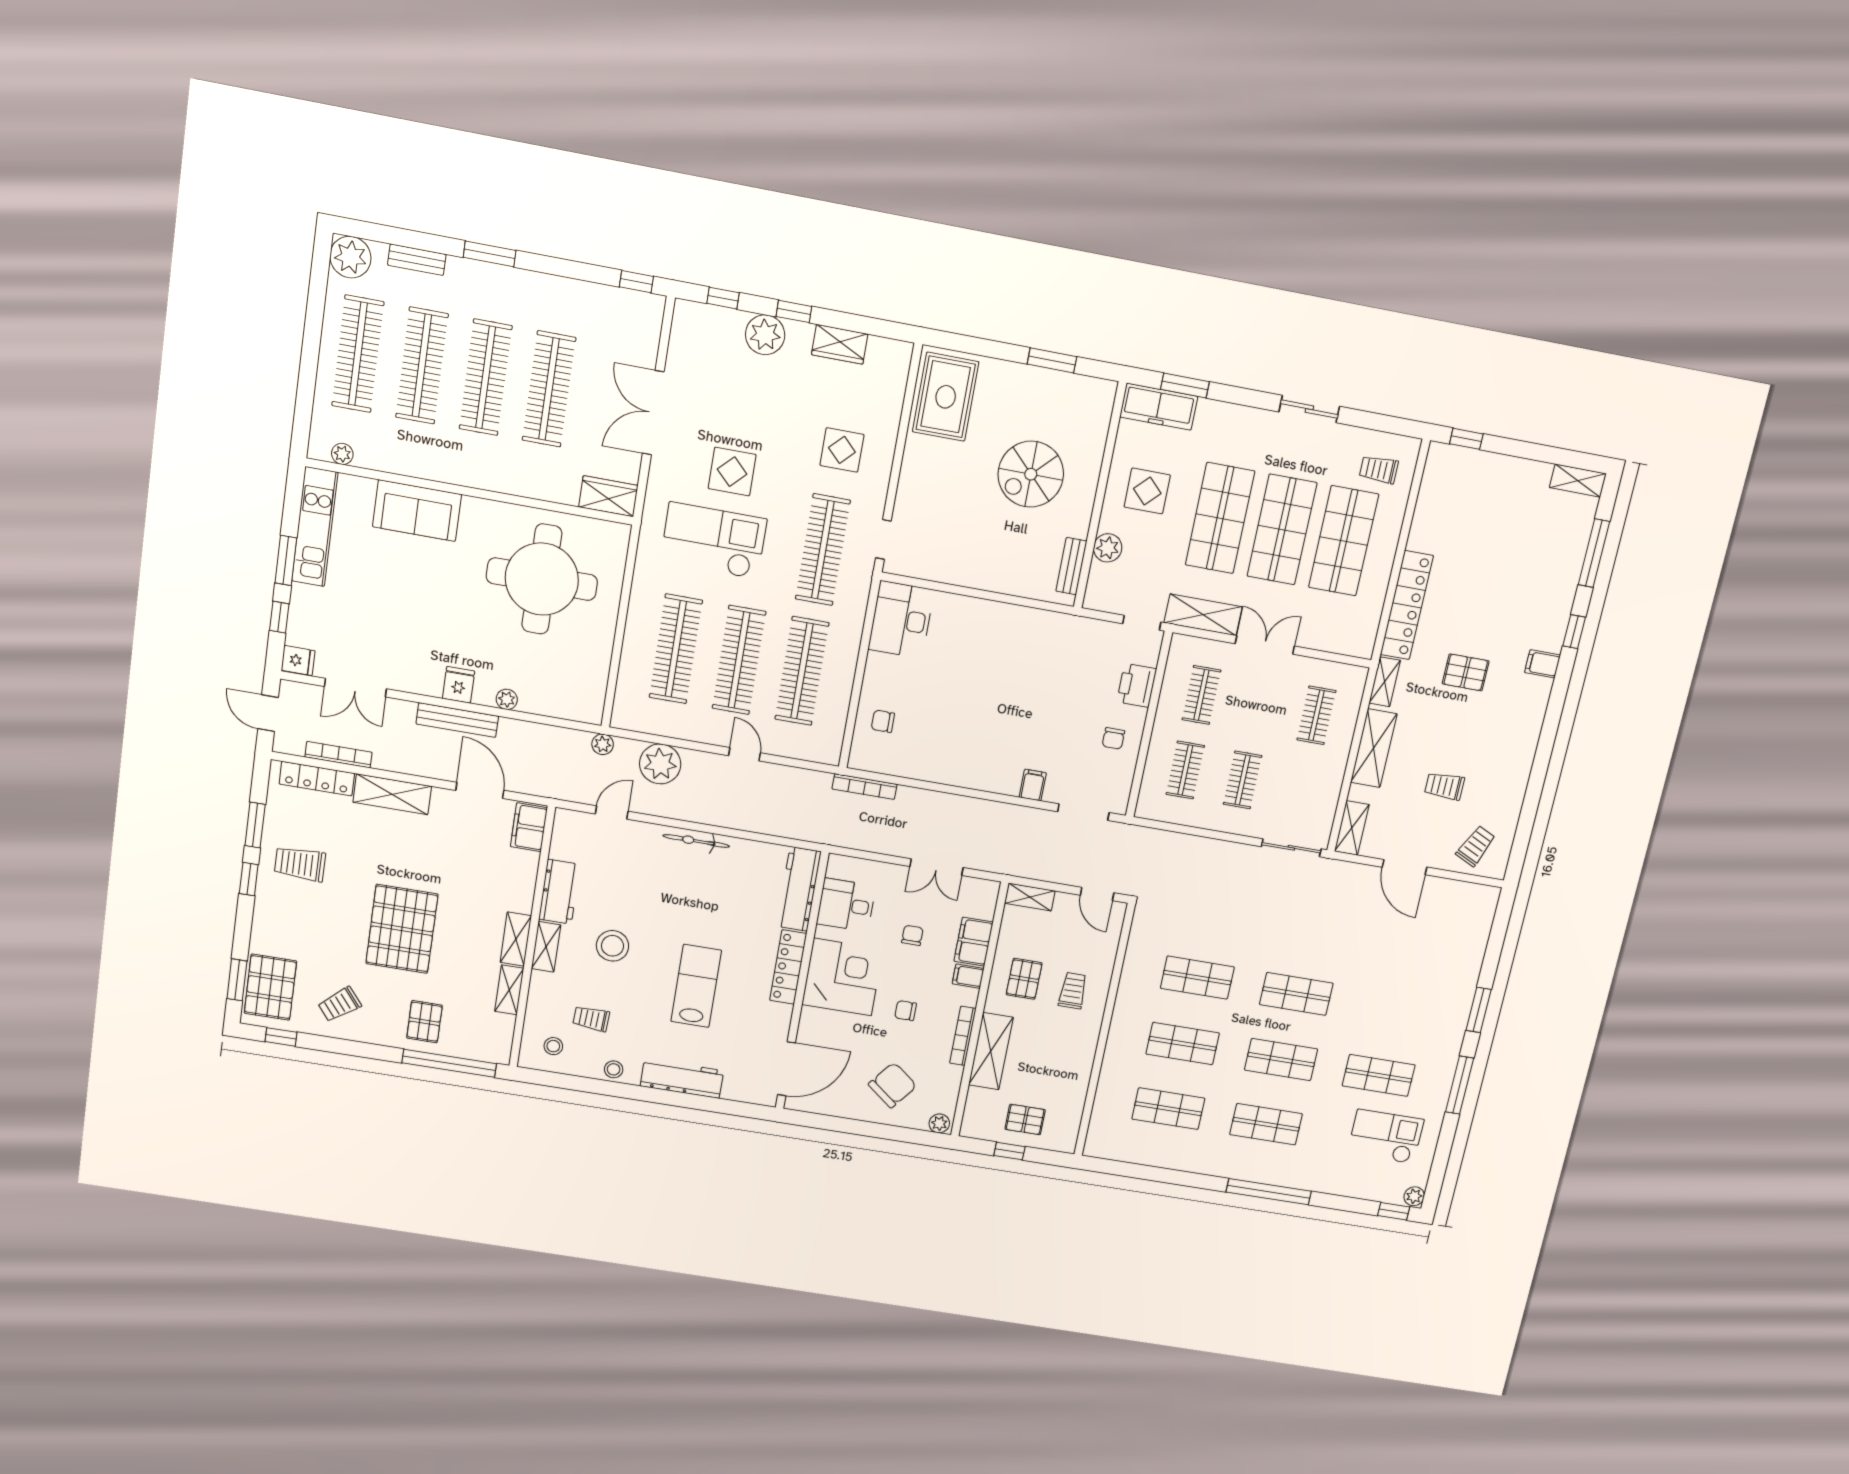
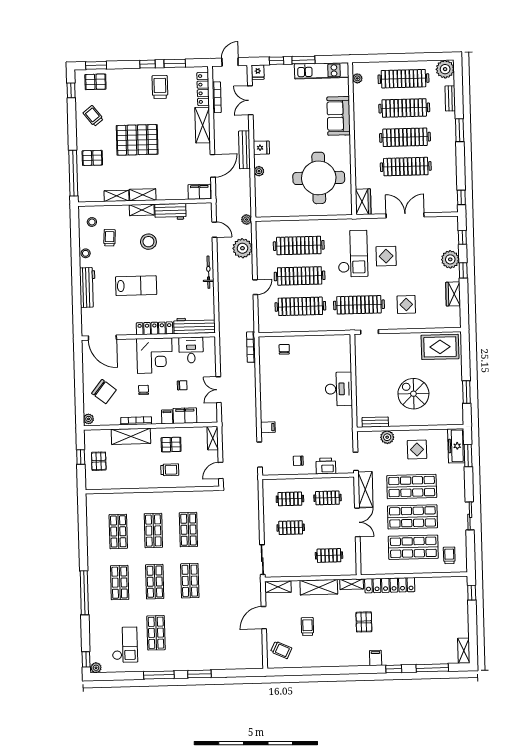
desk: (901, 620) -> (339, 389), moved, turned 90
pallet: (270, 987) -> (95, 82), width x0.67, depth x0.71

